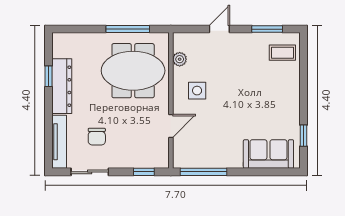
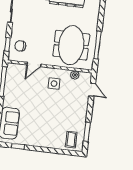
door: (219, 29) -> (92, 90), moved
door: (171, 126) -> (34, 65), hinge flipped
chair: (97, 137) -> (20, 46), moved

